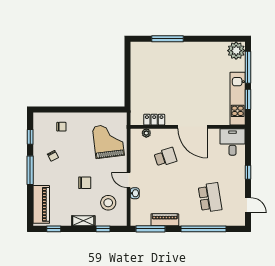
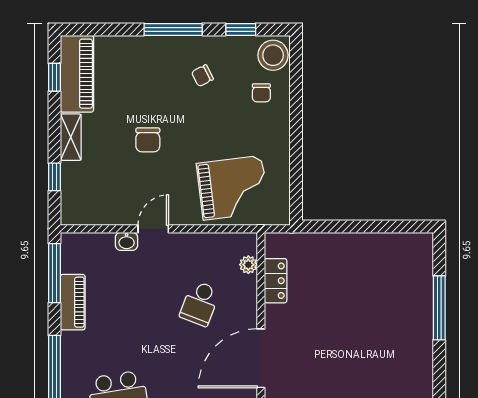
school desk: (165, 157) -> (200, 303), turned 39
stool: (108, 203) -> (273, 55), moved
piano: (41, 204) -> (77, 74), moved, turned -90

